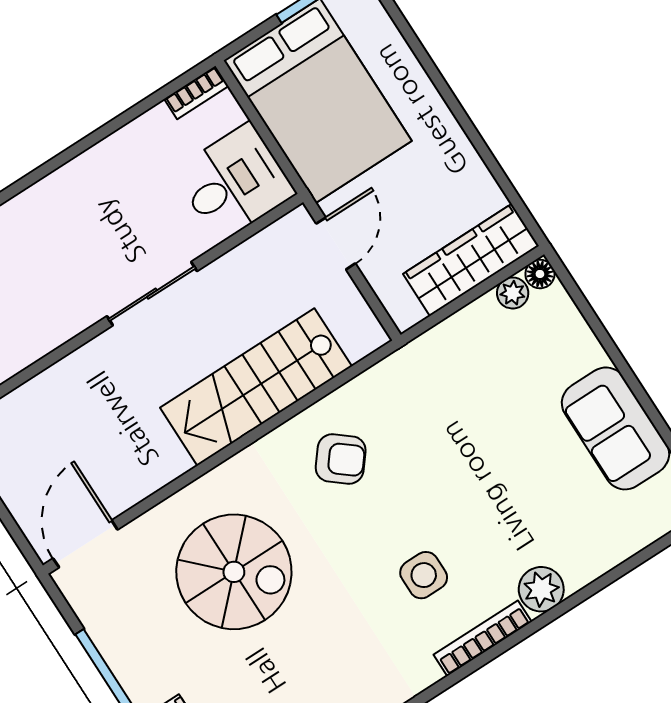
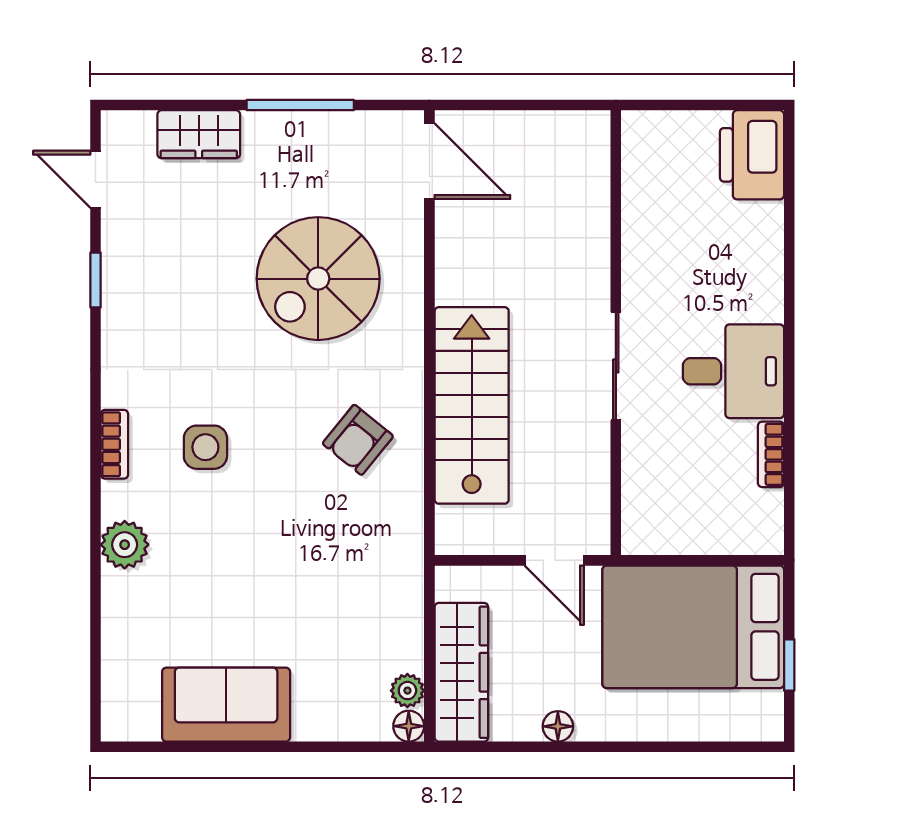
bookcase: (196, 92) -> (771, 454), moved
floor lamp: (465, 157) -> (558, 726), added
desk: (234, 182) -> (733, 371), moved, turned -90
bookcase: (483, 638) -> (114, 444), width x0.64

